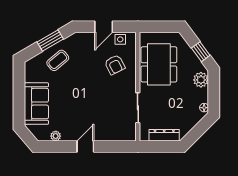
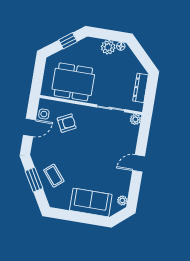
door: (104, 27) -> (29, 127), hinge flipped
plant: (201, 80) -> (108, 47), moved
plant: (56, 136) -> (122, 200), moved
plant: (131, 136) -> (135, 119), added
door: (85, 147) -> (139, 163), hinge flipped

